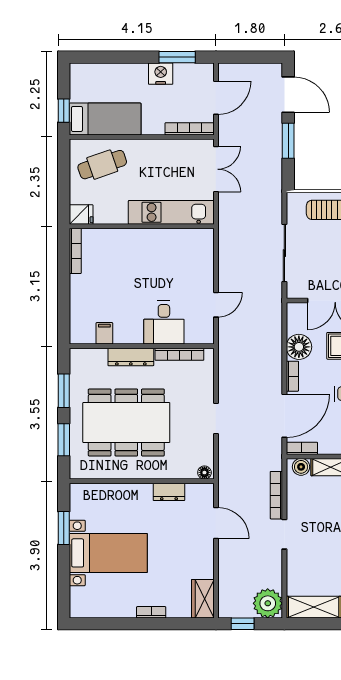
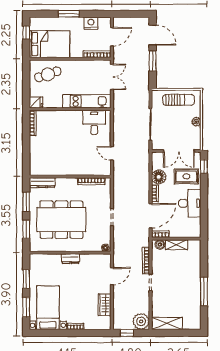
window: (177, 57) -> (69, 14), moved
nightstand: (161, 74) -> (91, 23), moved
window: (64, 111) -> (26, 32), moved
bed: (105, 119) -> (50, 44), width x1.50
door: (216, 305) -> (112, 153), swing flipped
desk: (164, 323) -> (94, 122), moved, turned 180
filing cabinet: (104, 333) -> (49, 169), removed
dresser: (131, 357) -> (42, 183), moved
dresser: (169, 492) -> (70, 259), moved
door: (216, 523) -> (112, 276), hinge flipped
bed with nightstands: (108, 553) -> (48, 308), moved, turned -90
window: (64, 578) -> (26, 307), added
wardrobe: (203, 599) -> (104, 305), moved

